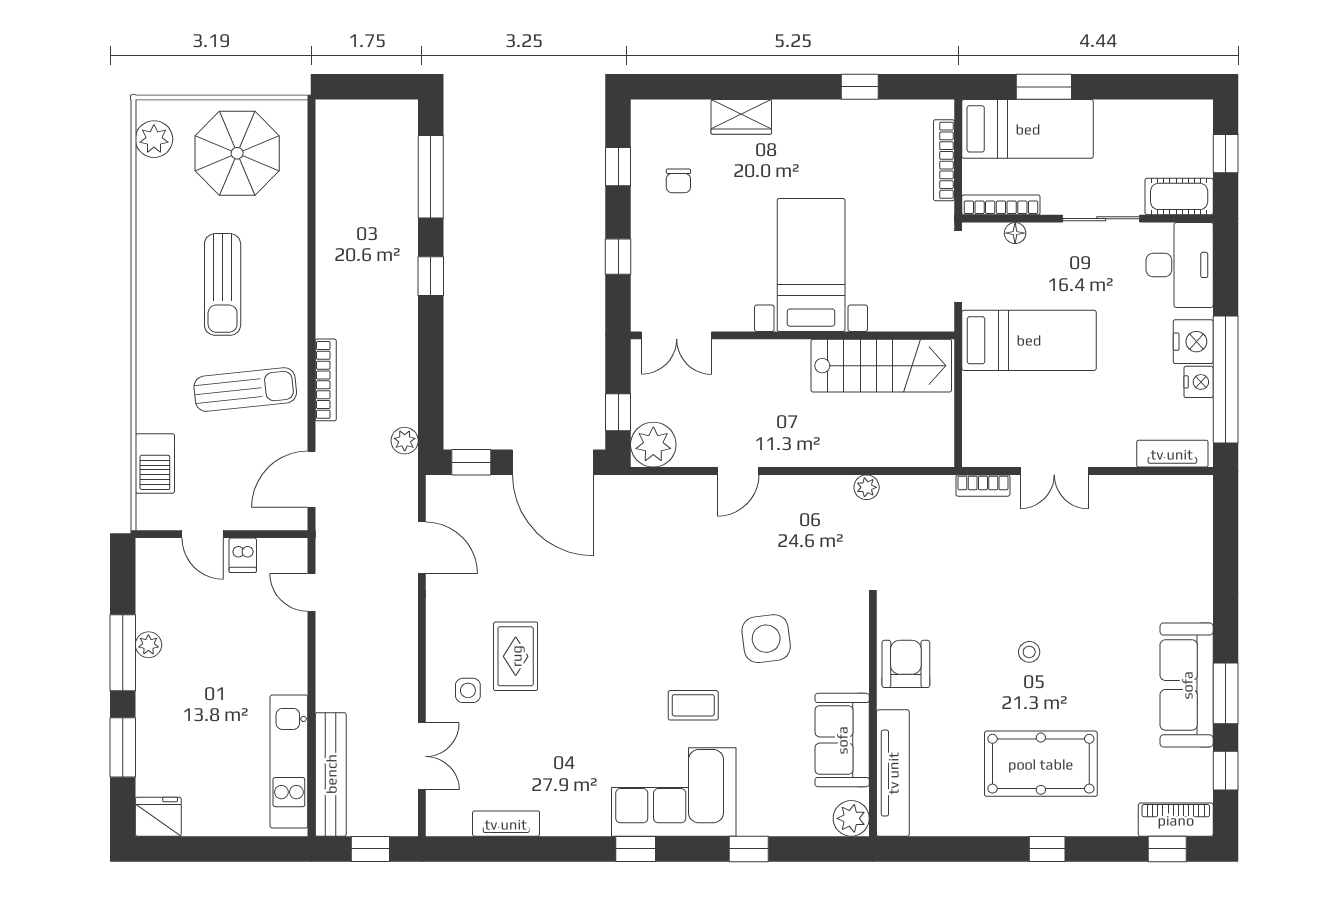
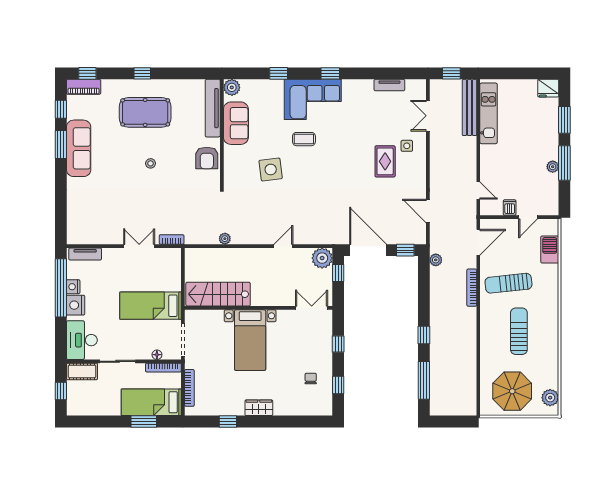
wardrobe: (741, 117) -> (259, 408), moved
door: (202, 534) -> (528, 217), swing flipped

